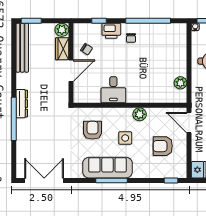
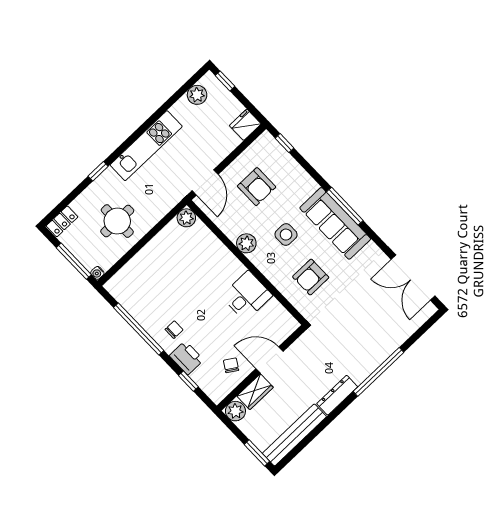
plant: (180, 83) -> (186, 218), moved
dresser: (22, 104) -> (337, 395), moved

